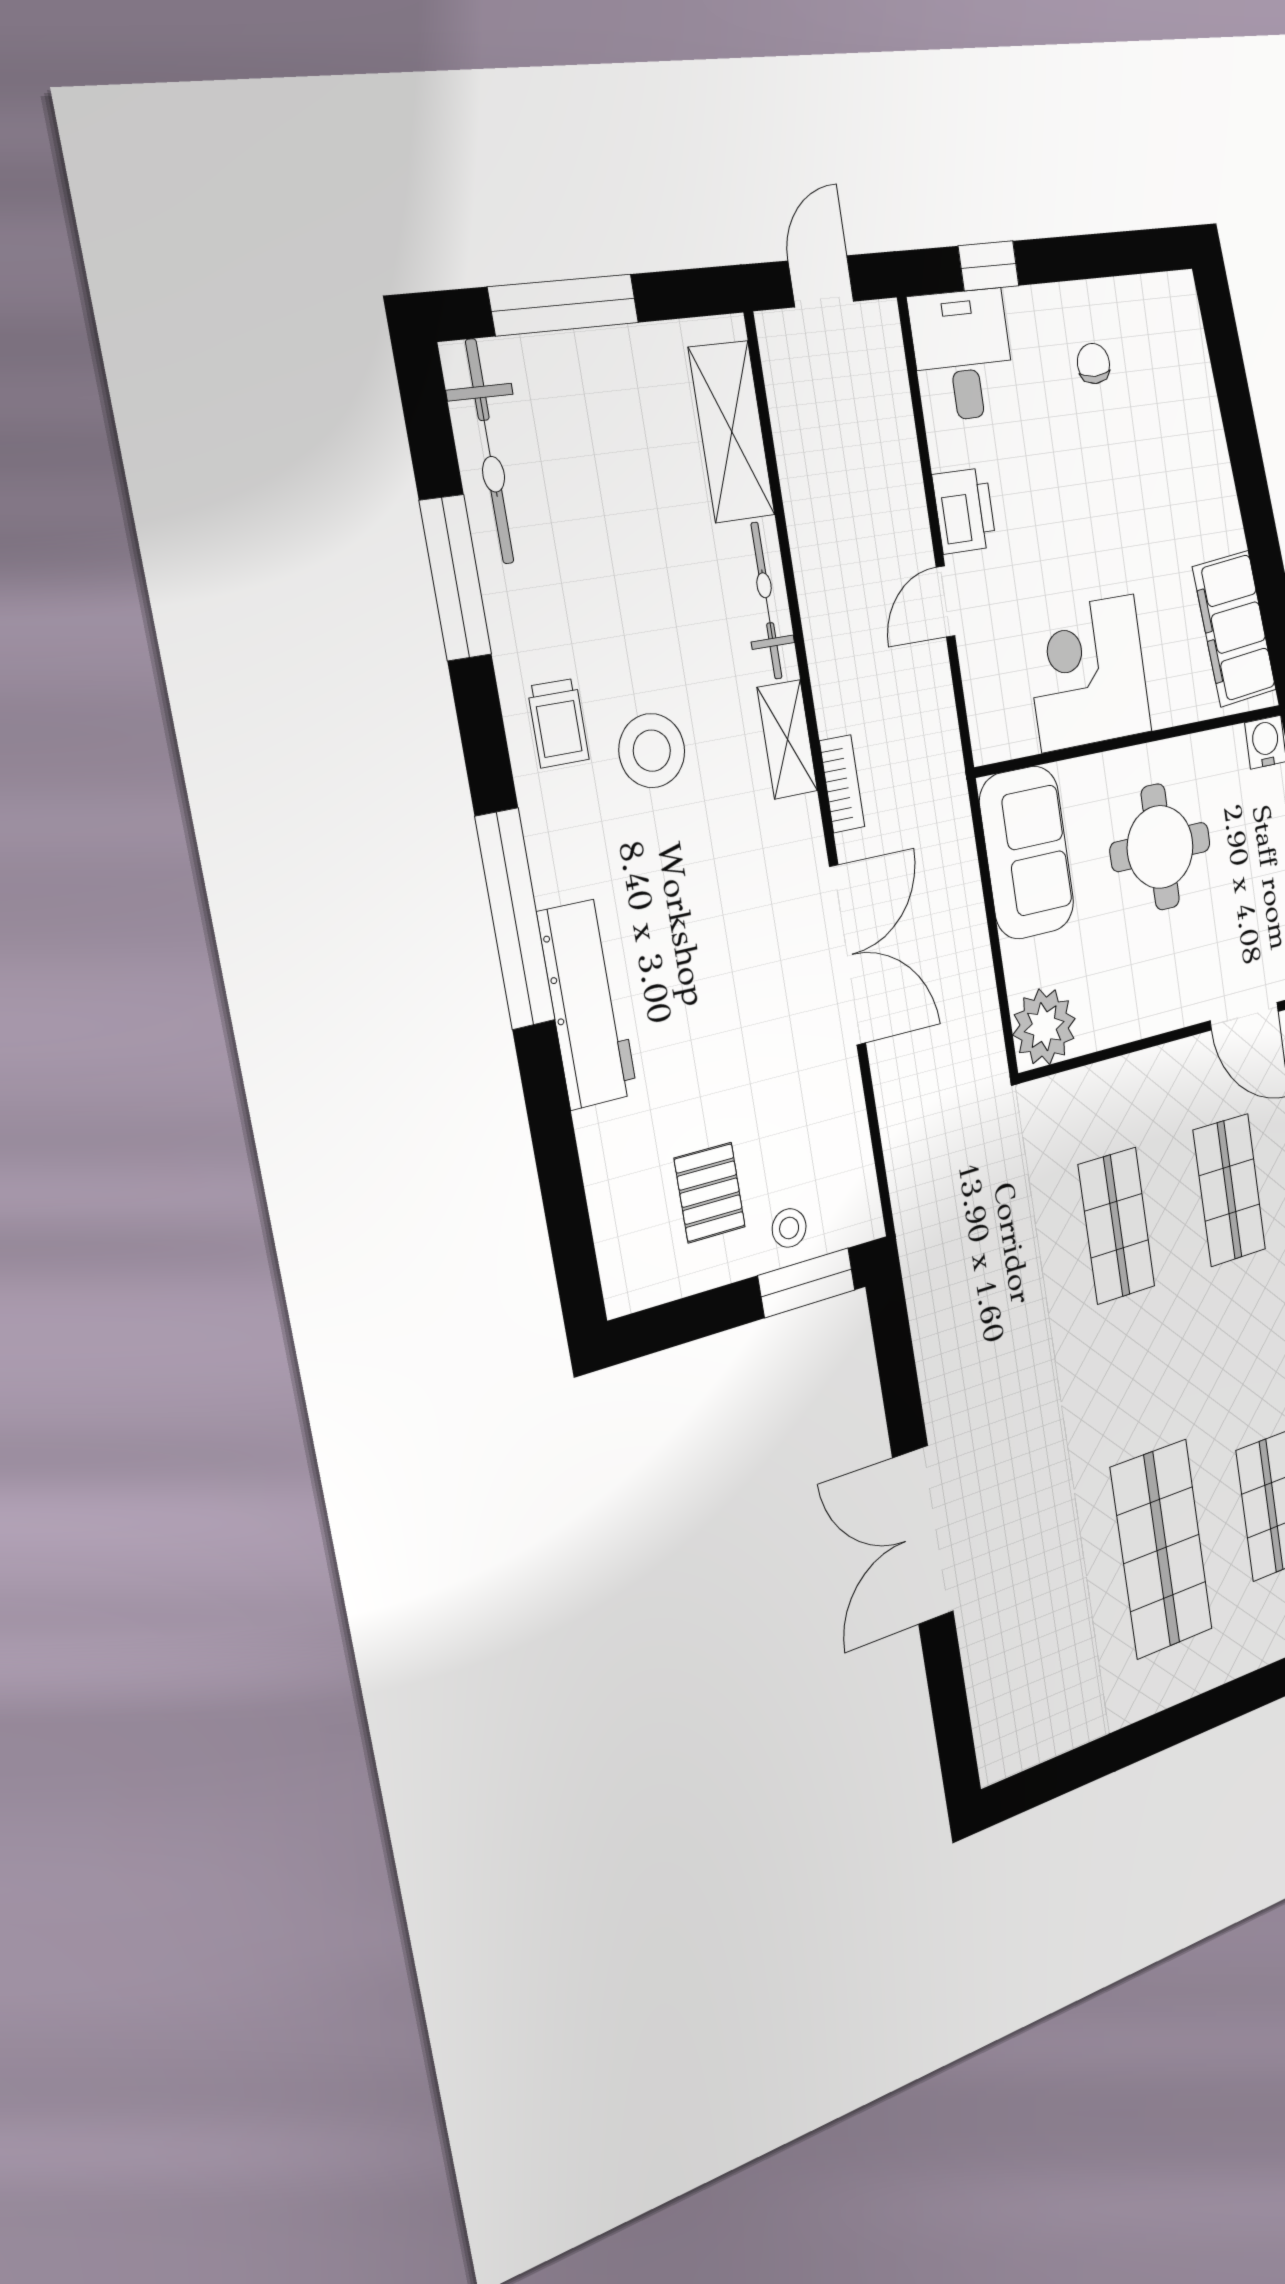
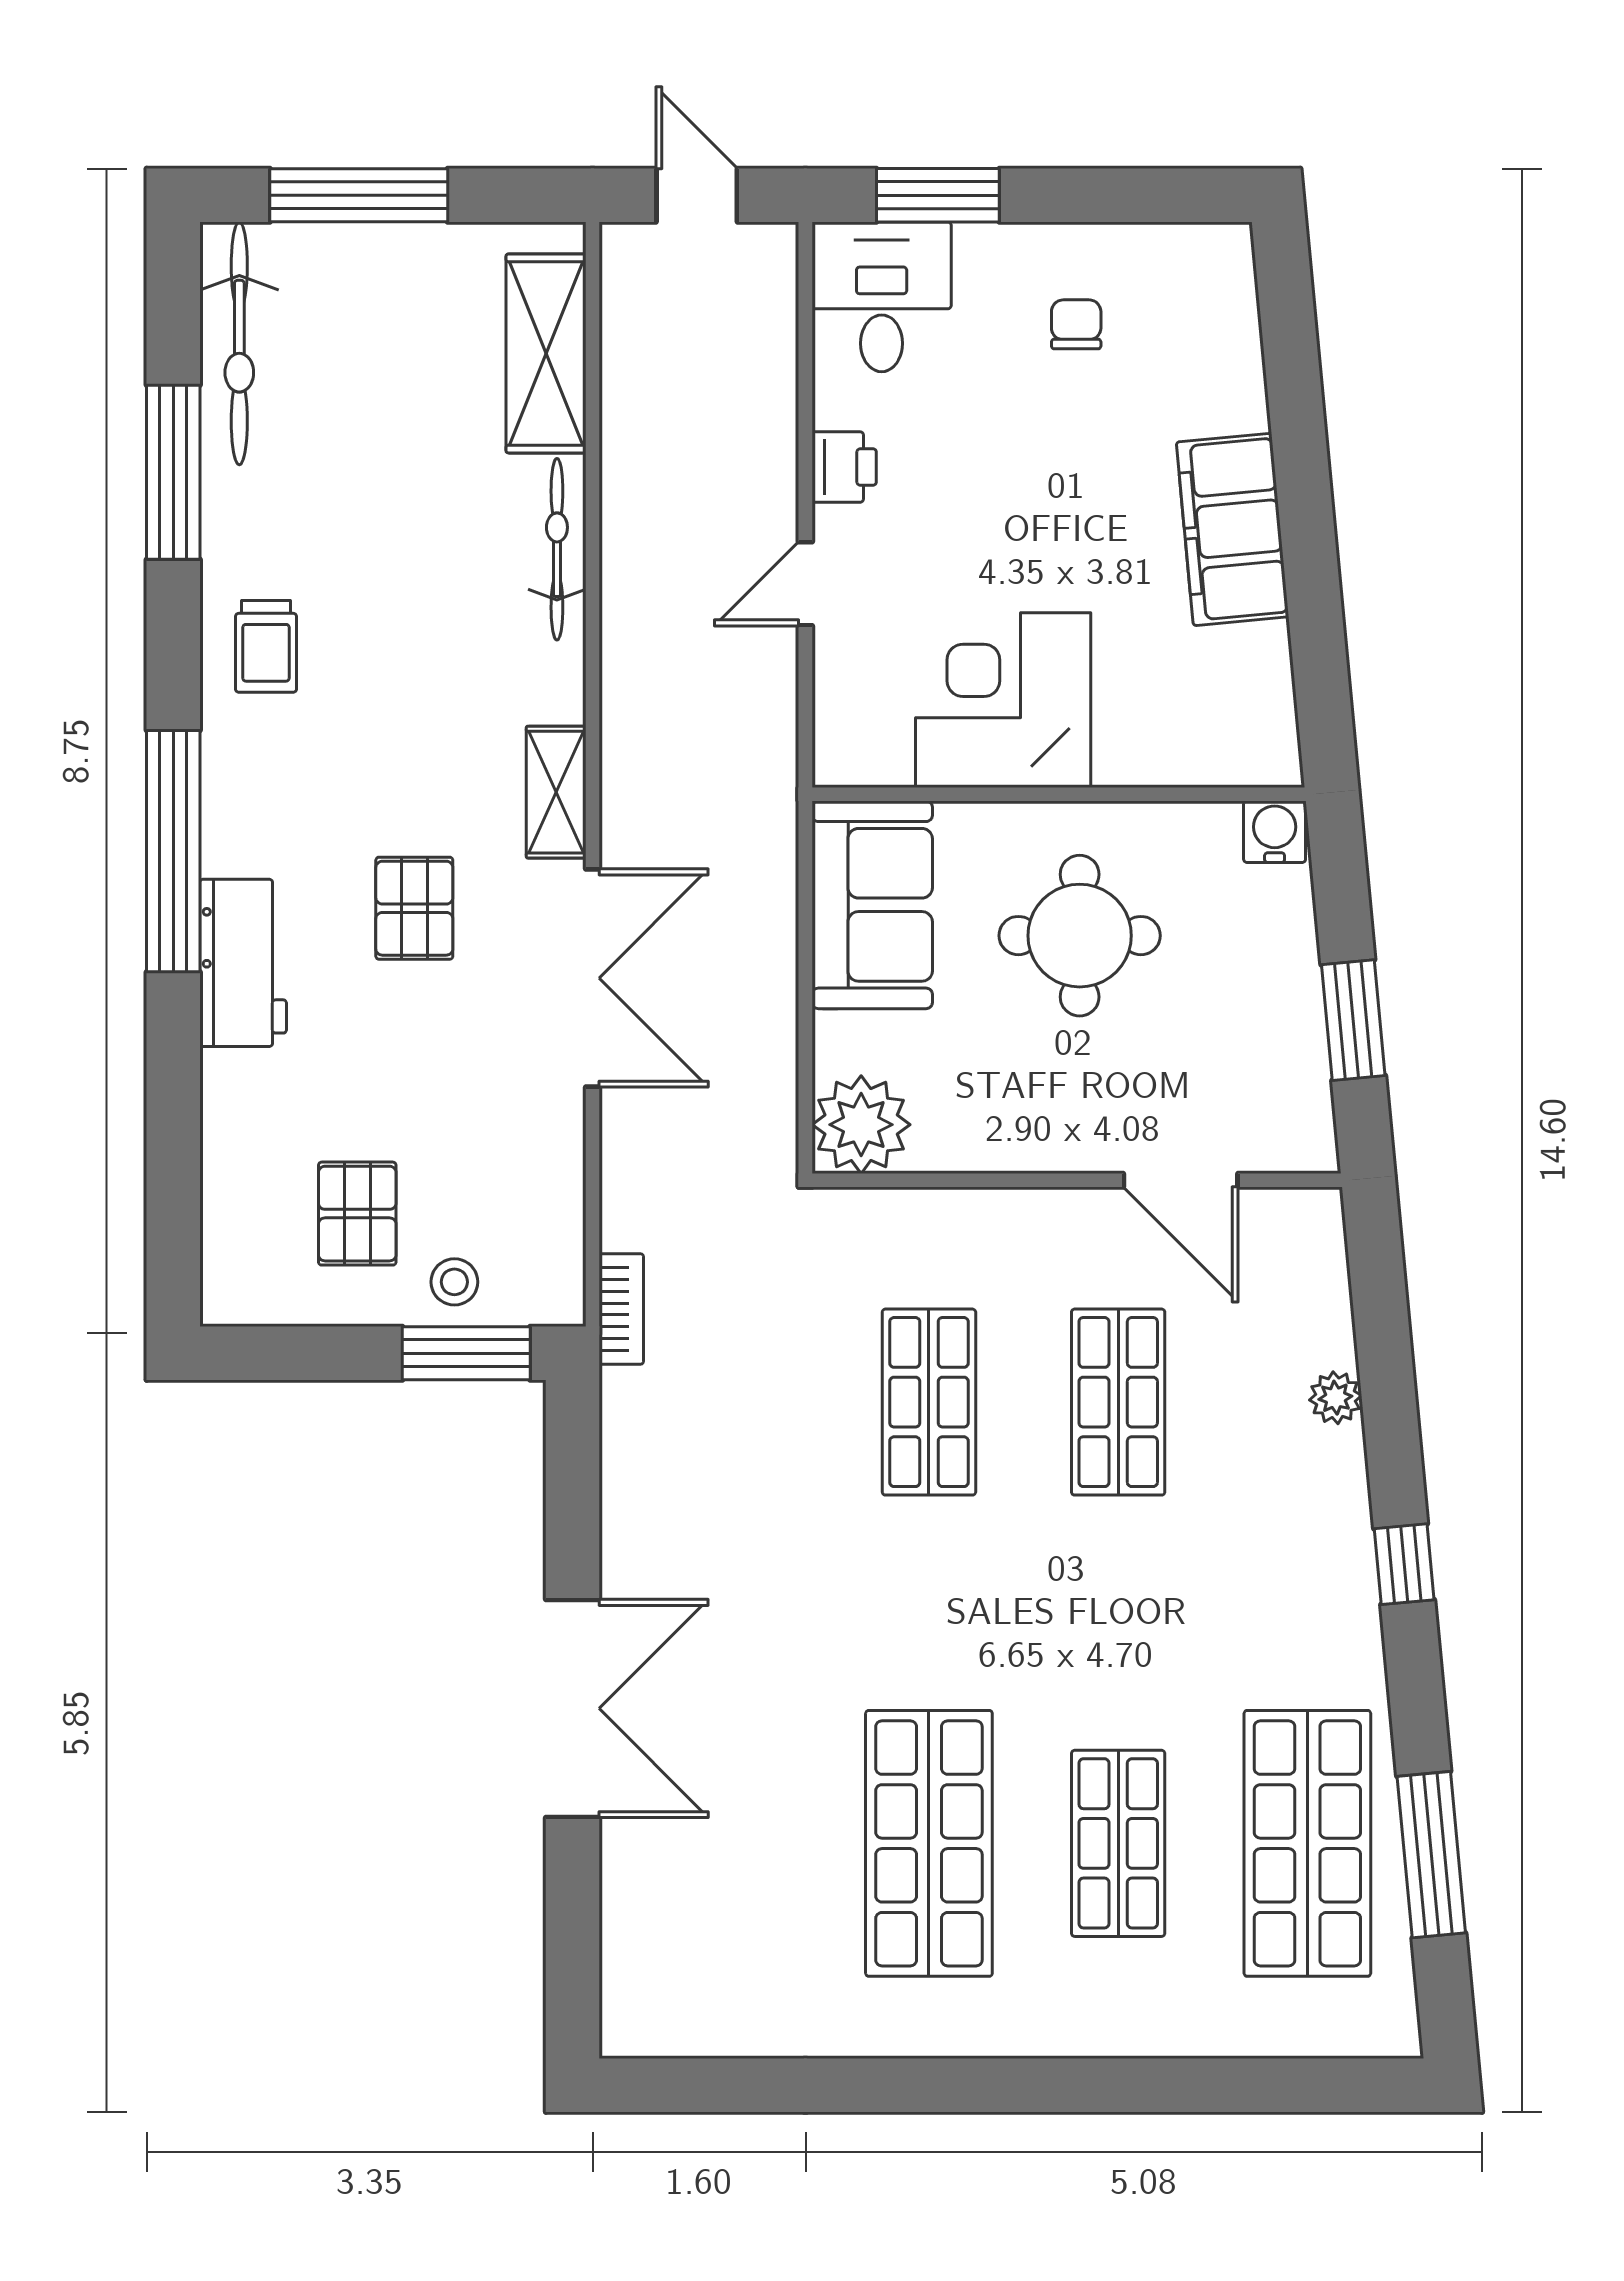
window: (989, 266) -> (938, 195), width x1.50
door: (821, 281) -> (697, 195), hinge flipped
printer: (964, 511) -> (844, 467), width x0.73, depth x0.81
filing cabinet: (1234, 629) -> (1233, 529), moved
shelving: (787, 739) -> (556, 792), moved
stool: (652, 751) -> (377, 695), removed
bookcase: (842, 784) -> (621, 1309), moved
pallet: (710, 927) -> (414, 908), added
workbench: (588, 1004) -> (243, 963), width x0.73
double door: (923, 1535) -> (572, 1708), swing flipped

